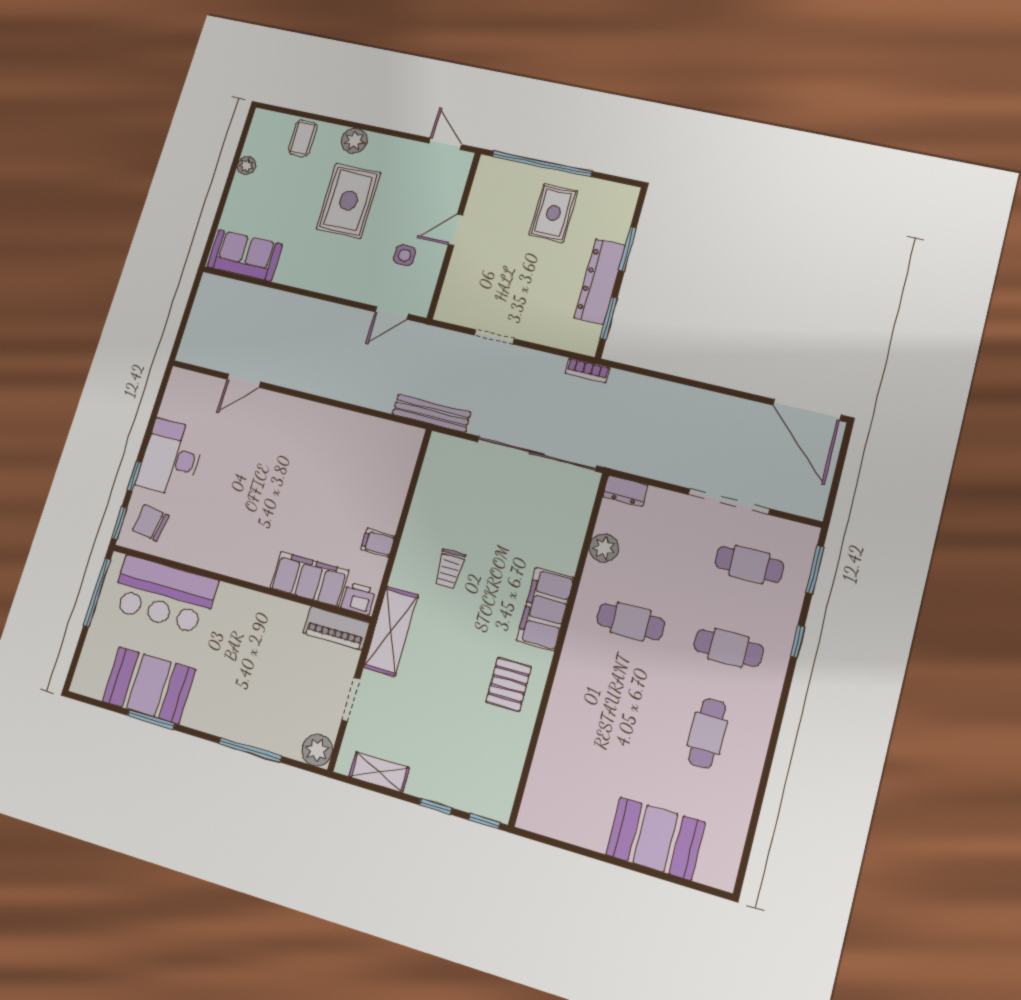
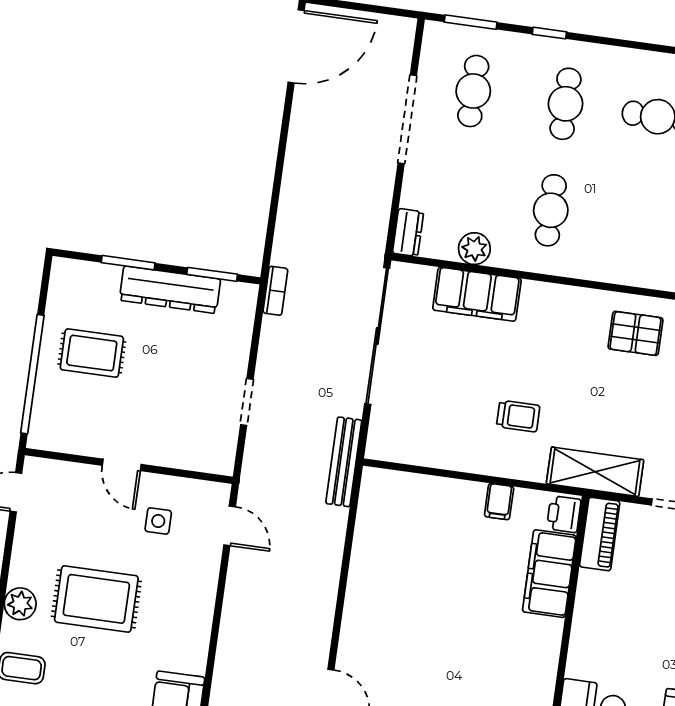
filing cabinet: (545, 609) -> (477, 294), moved

